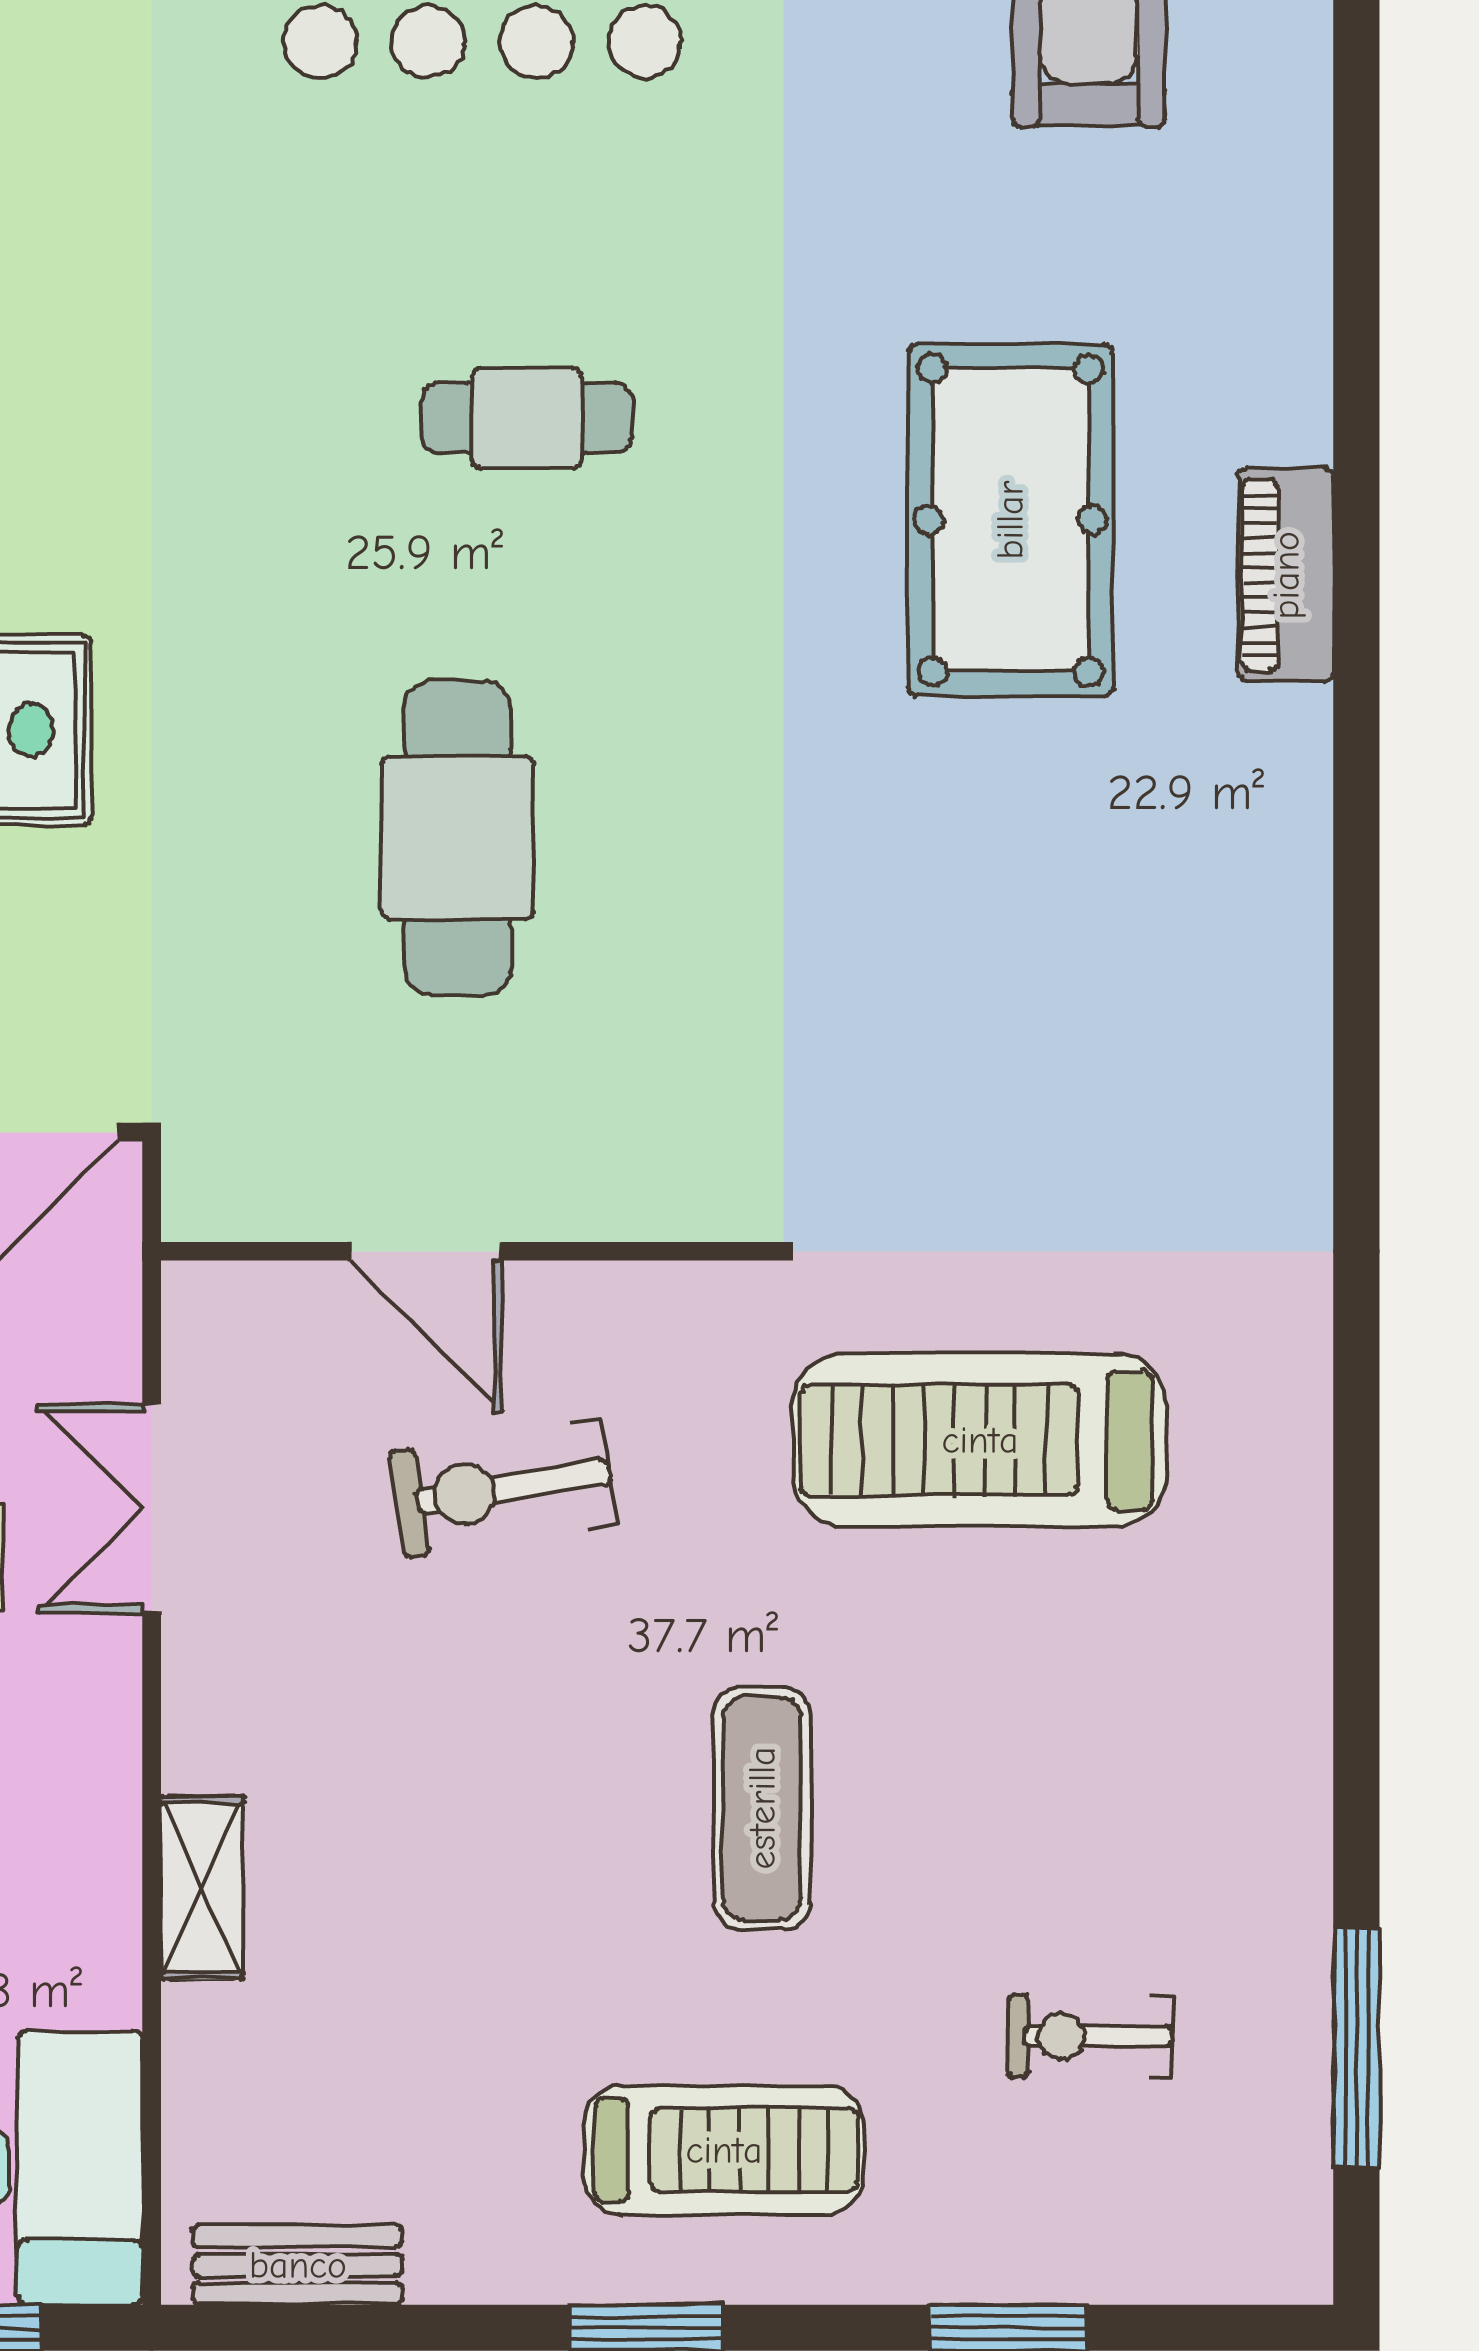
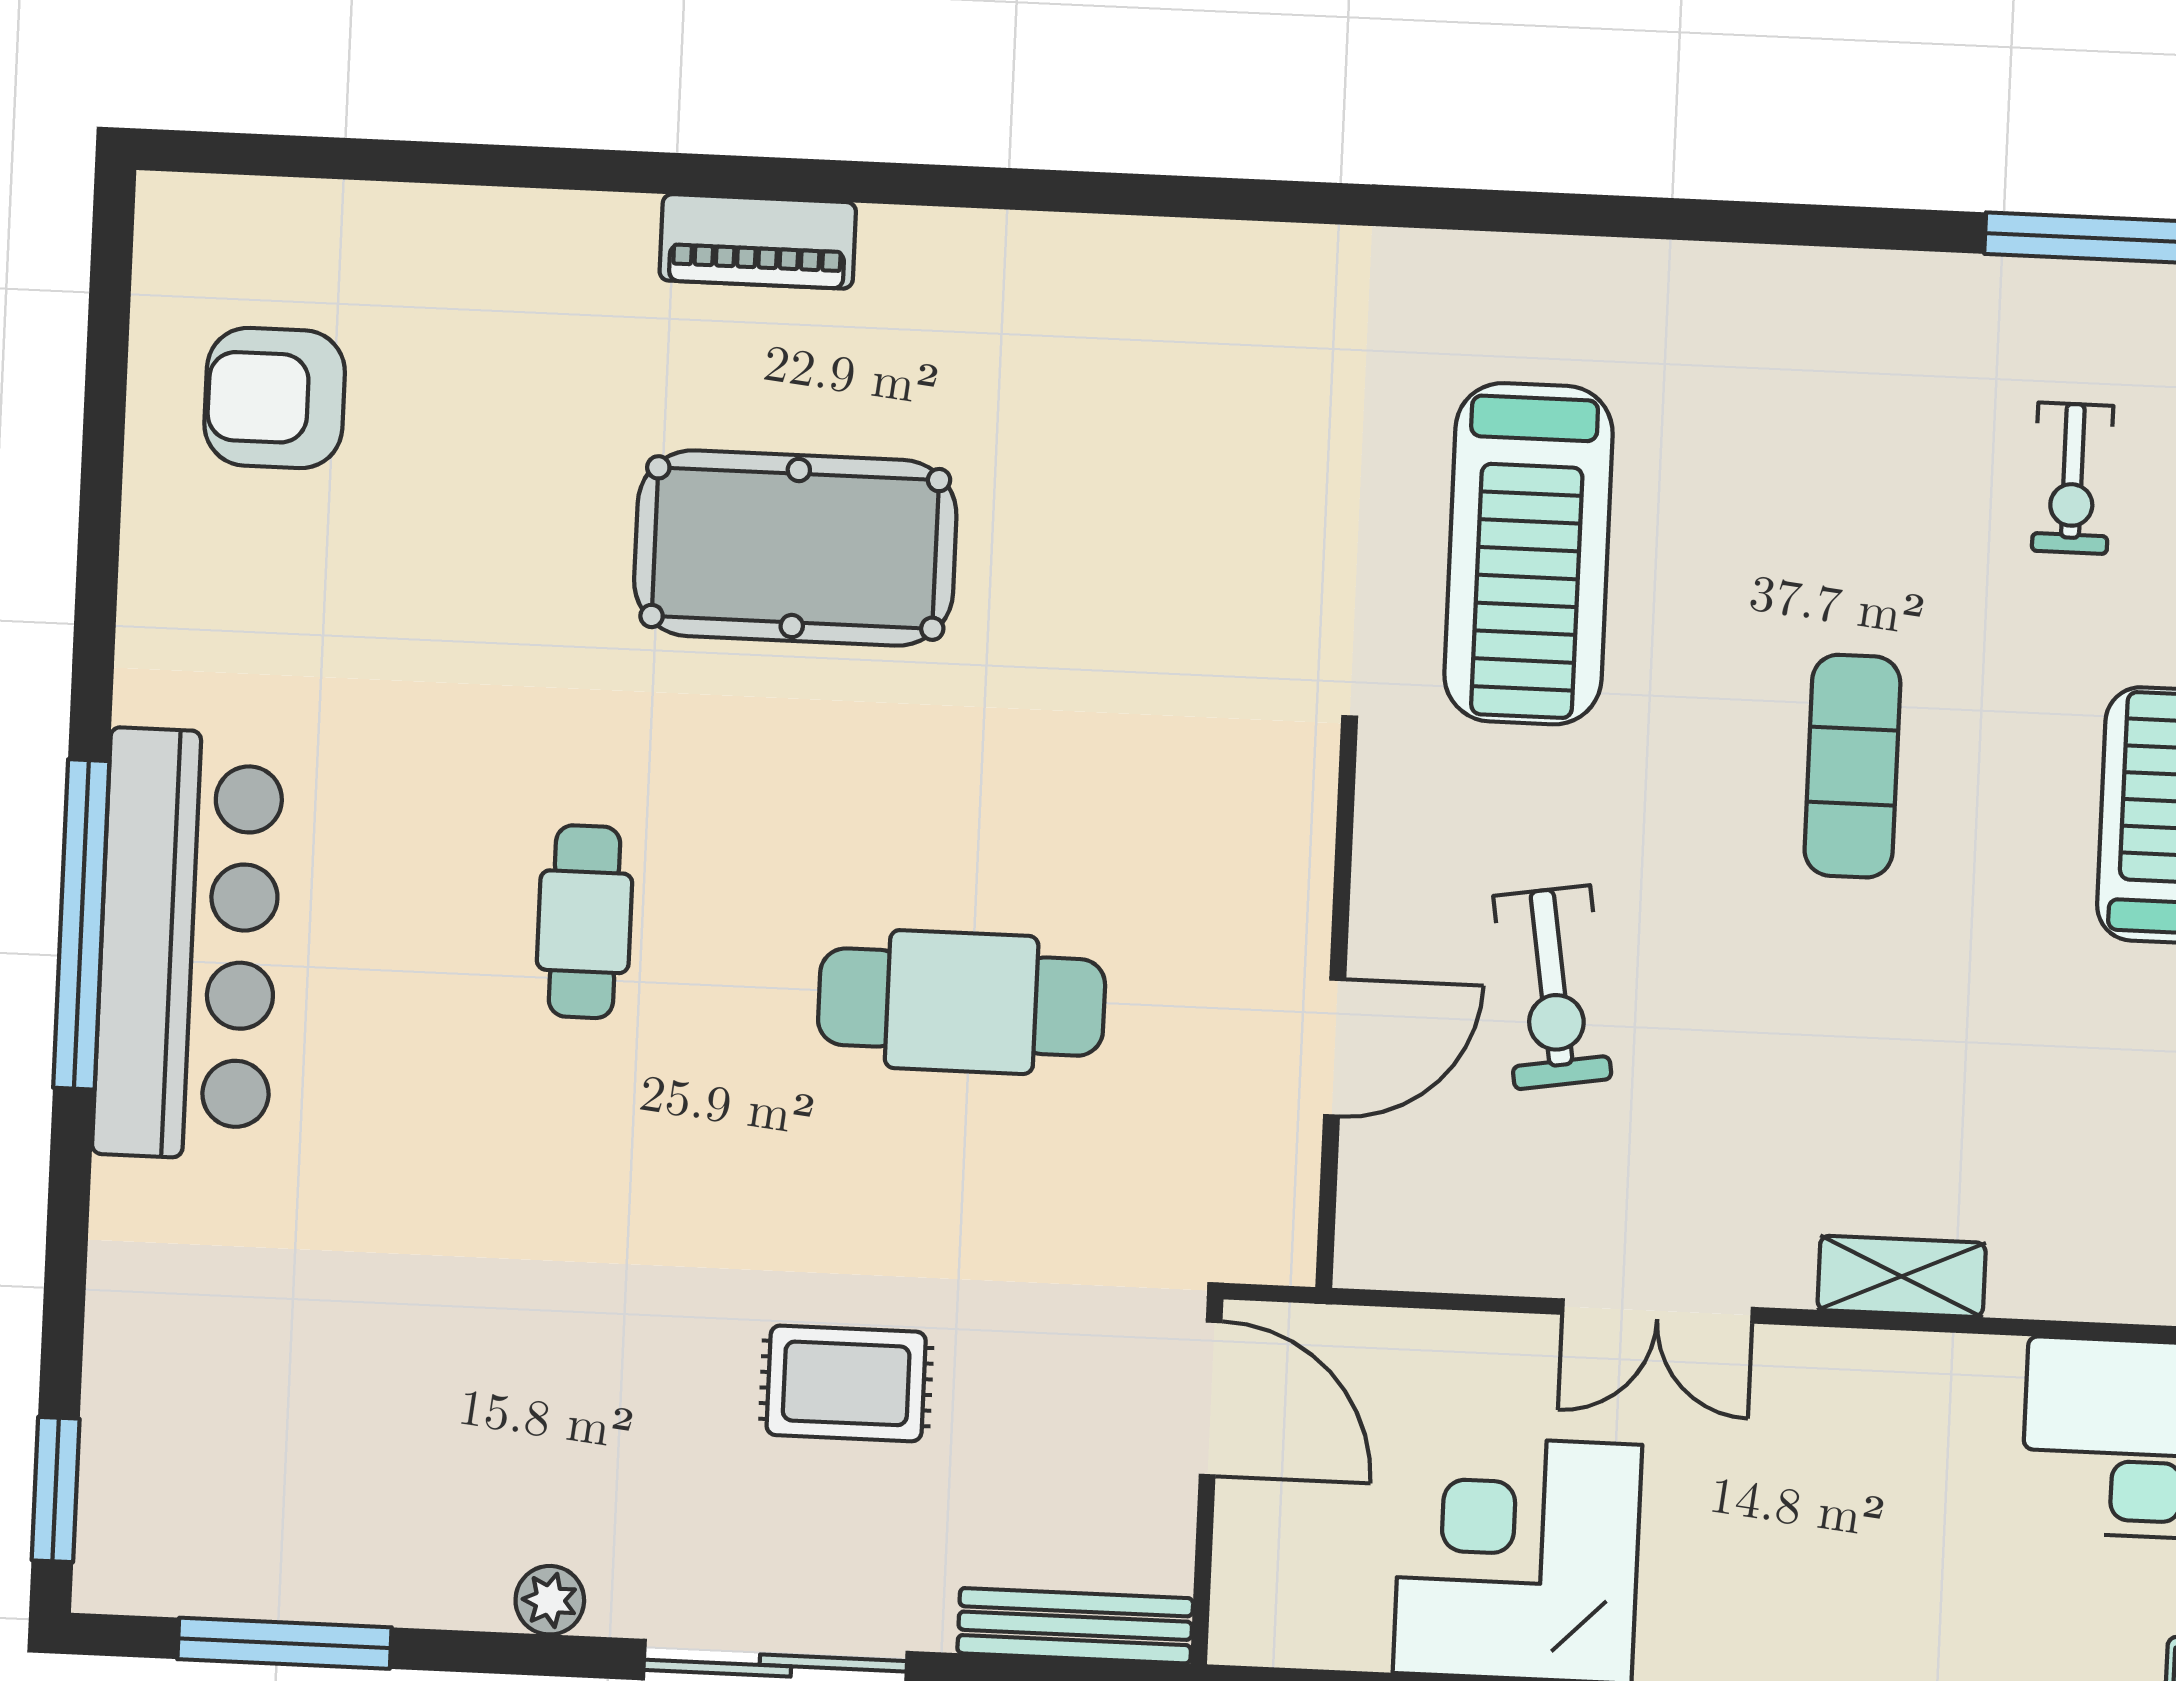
pool table: (1010, 520) -> (795, 548), moved
double door: (152, 1508) -> (1658, 1311), moved
exercise mat: (762, 1808) -> (1852, 766), turned 90

